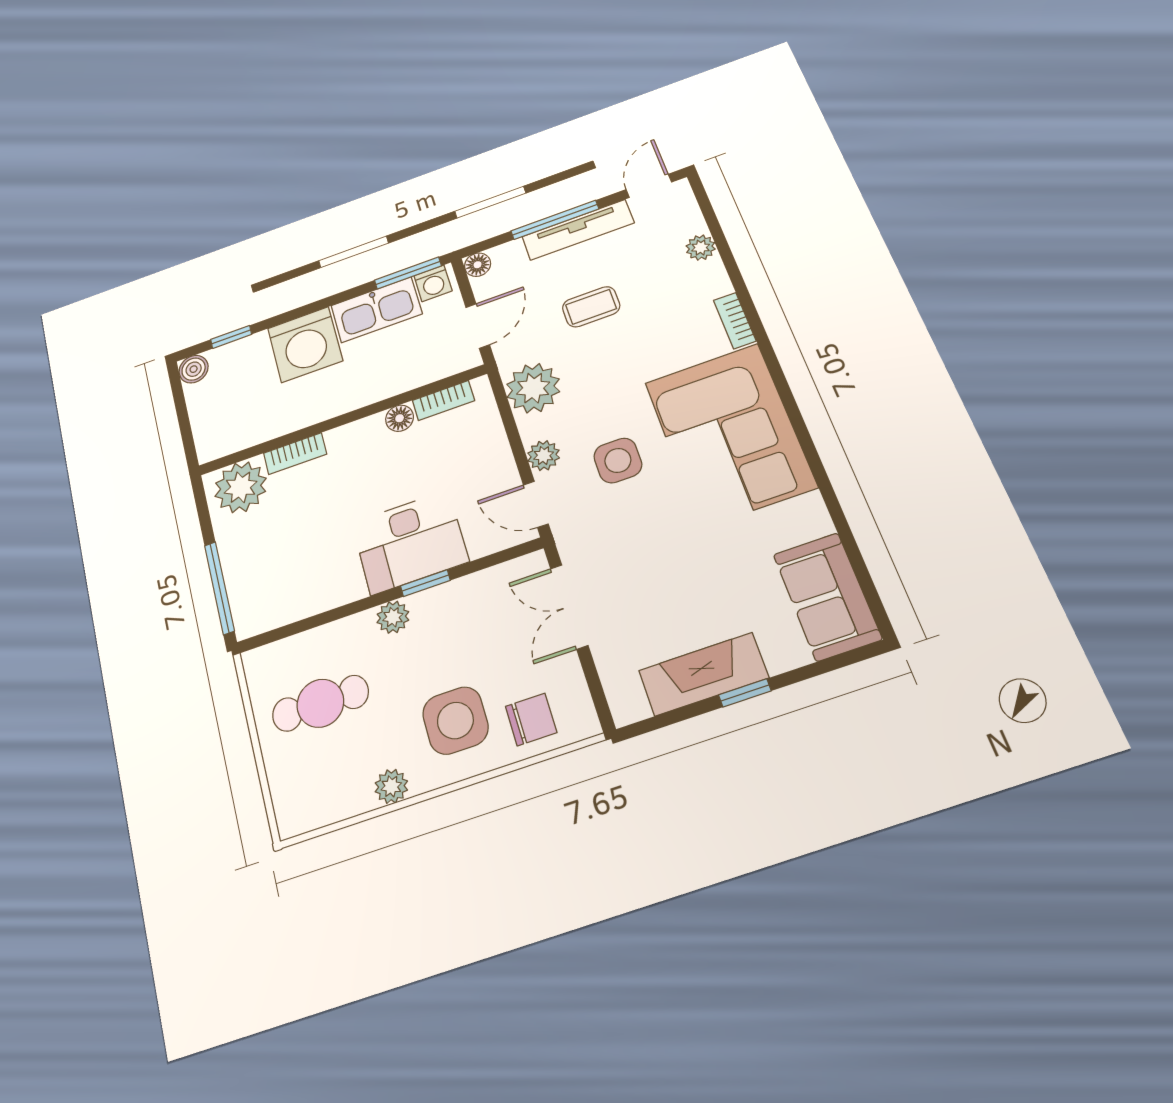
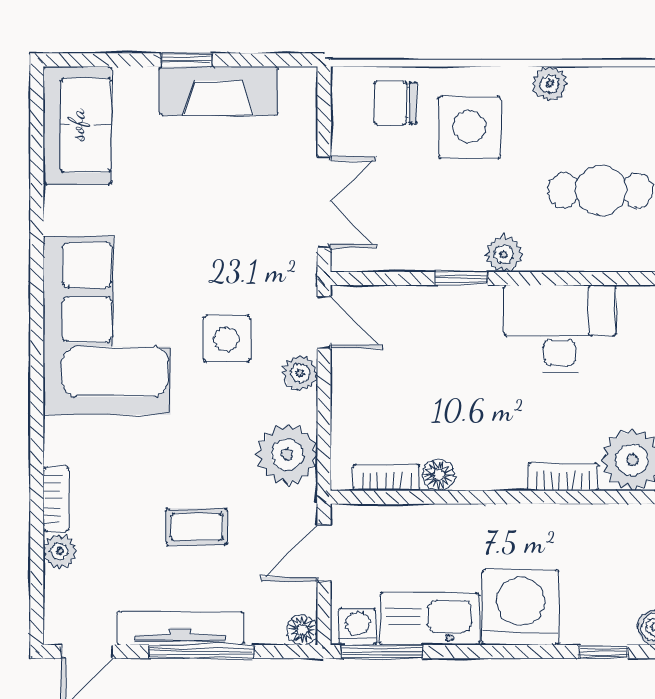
bookcase: (735, 321) -> (56, 499), moved
desk: (410, 542) -> (560, 329), moved

